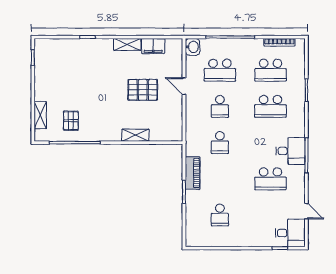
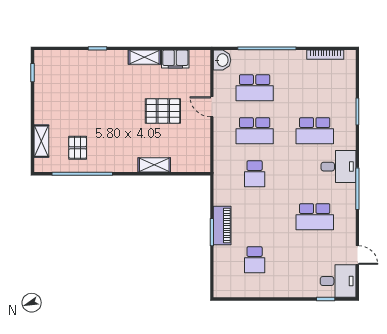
school desk: (271, 70) -> (315, 88), removed
school desk: (220, 106) -> (255, 131), width x1.85
desk: (291, 151) -> (338, 167), moved
piano: (193, 173) -> (222, 226), moved

